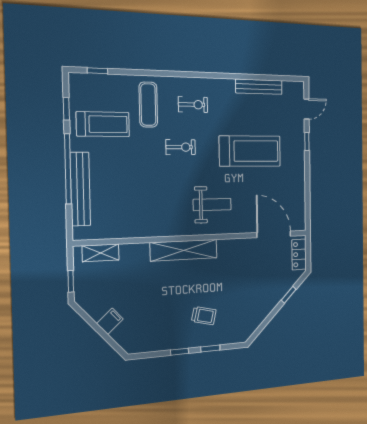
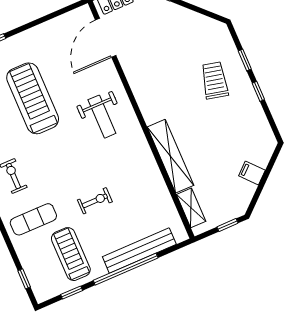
exercise bike: (181, 147) -> (95, 201), moved, turned 90
weight bench: (212, 205) -> (102, 117), turned 180
shelving: (184, 250) -> (170, 156), moved
trolley: (204, 316) -> (215, 80), width x1.36, depth x1.39

